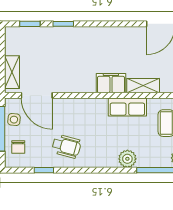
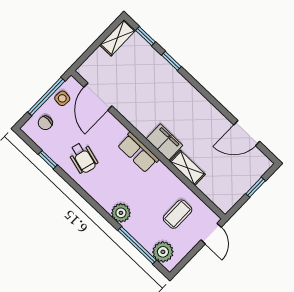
shelving: (12, 72) -> (118, 38), moved
row of seats: (127, 107) -> (138, 152), moved

